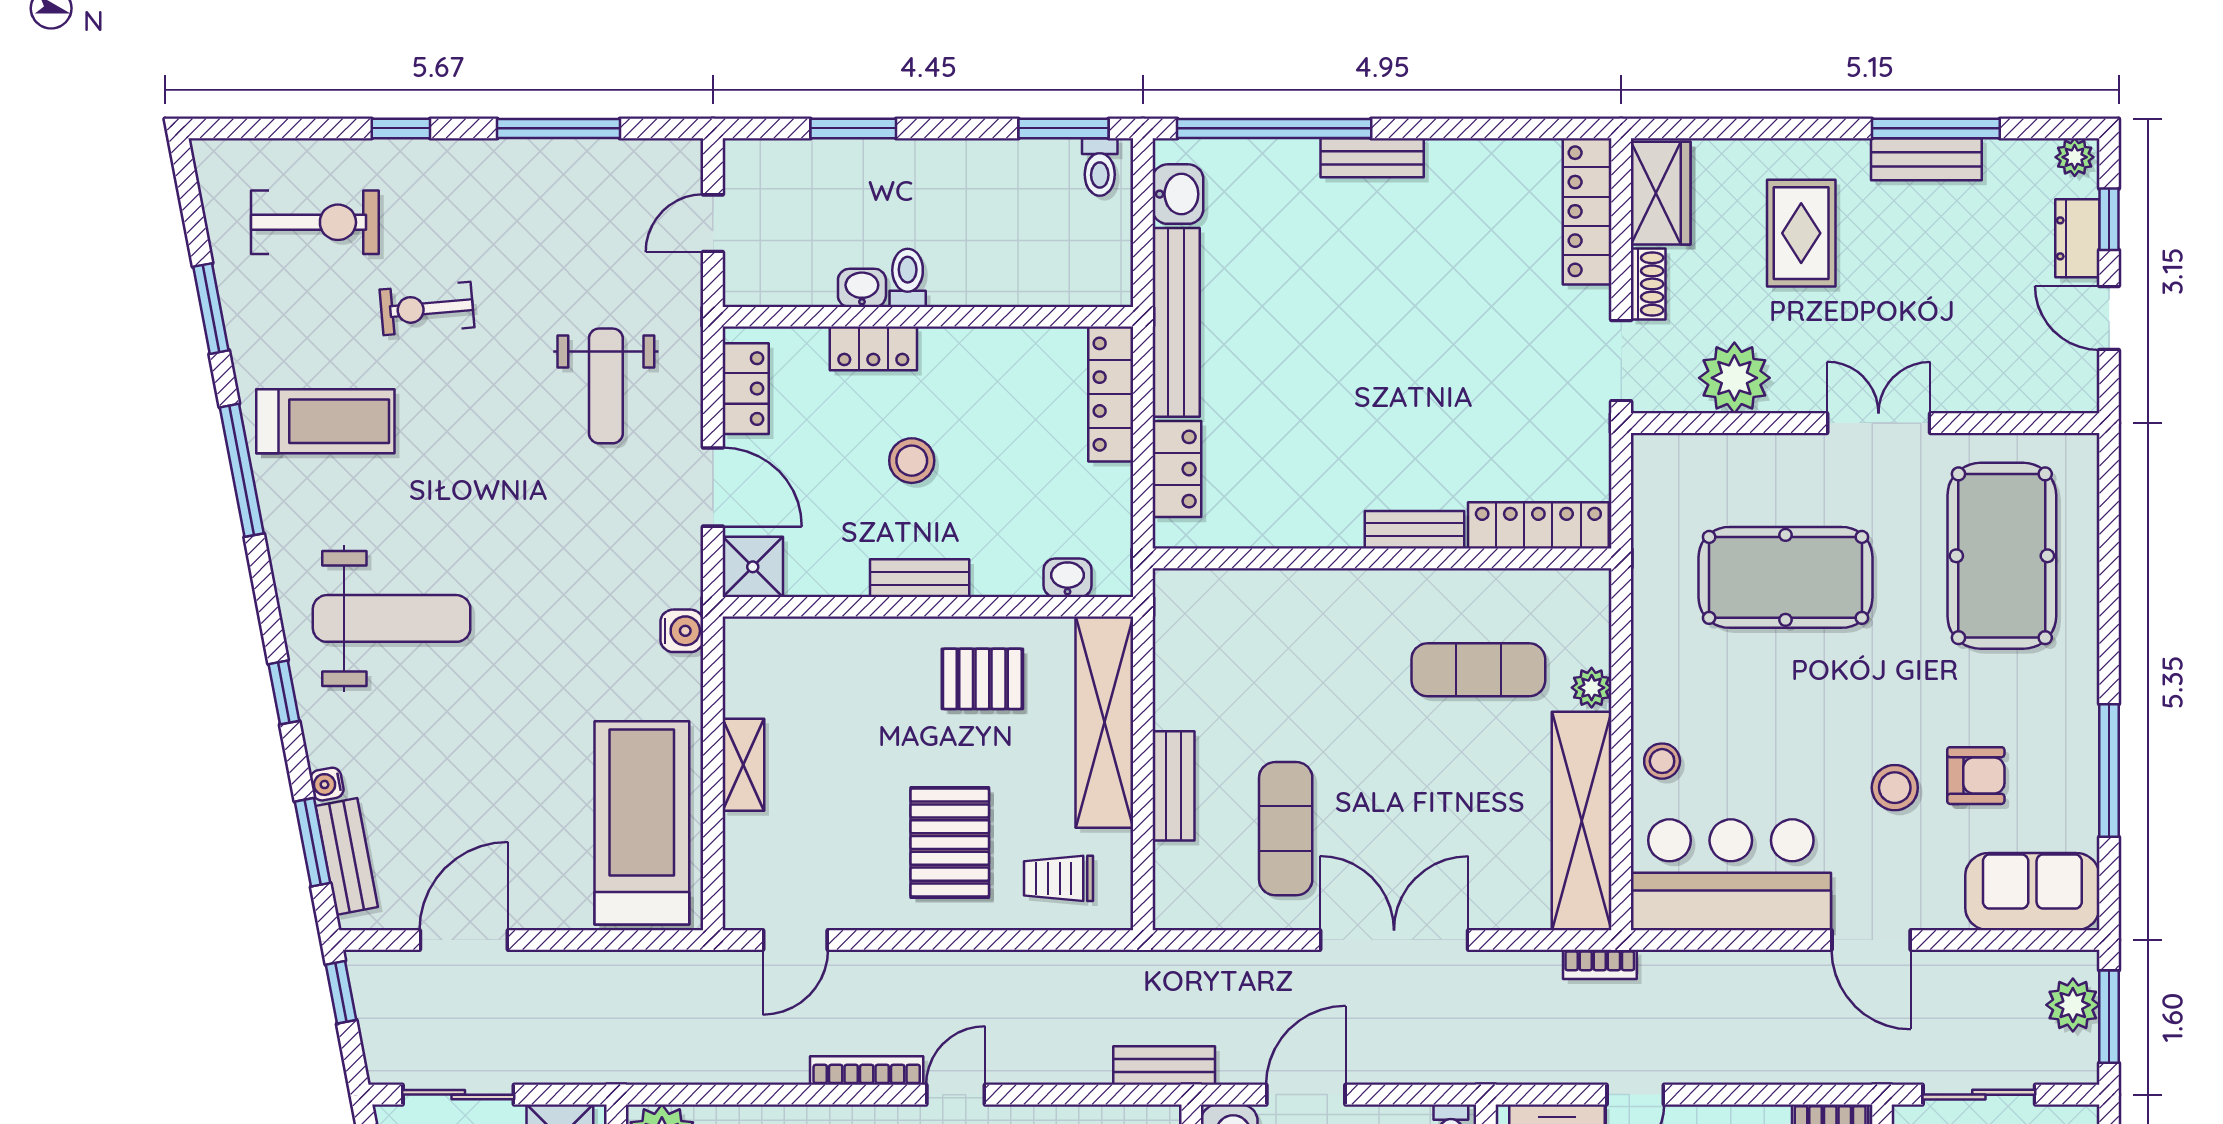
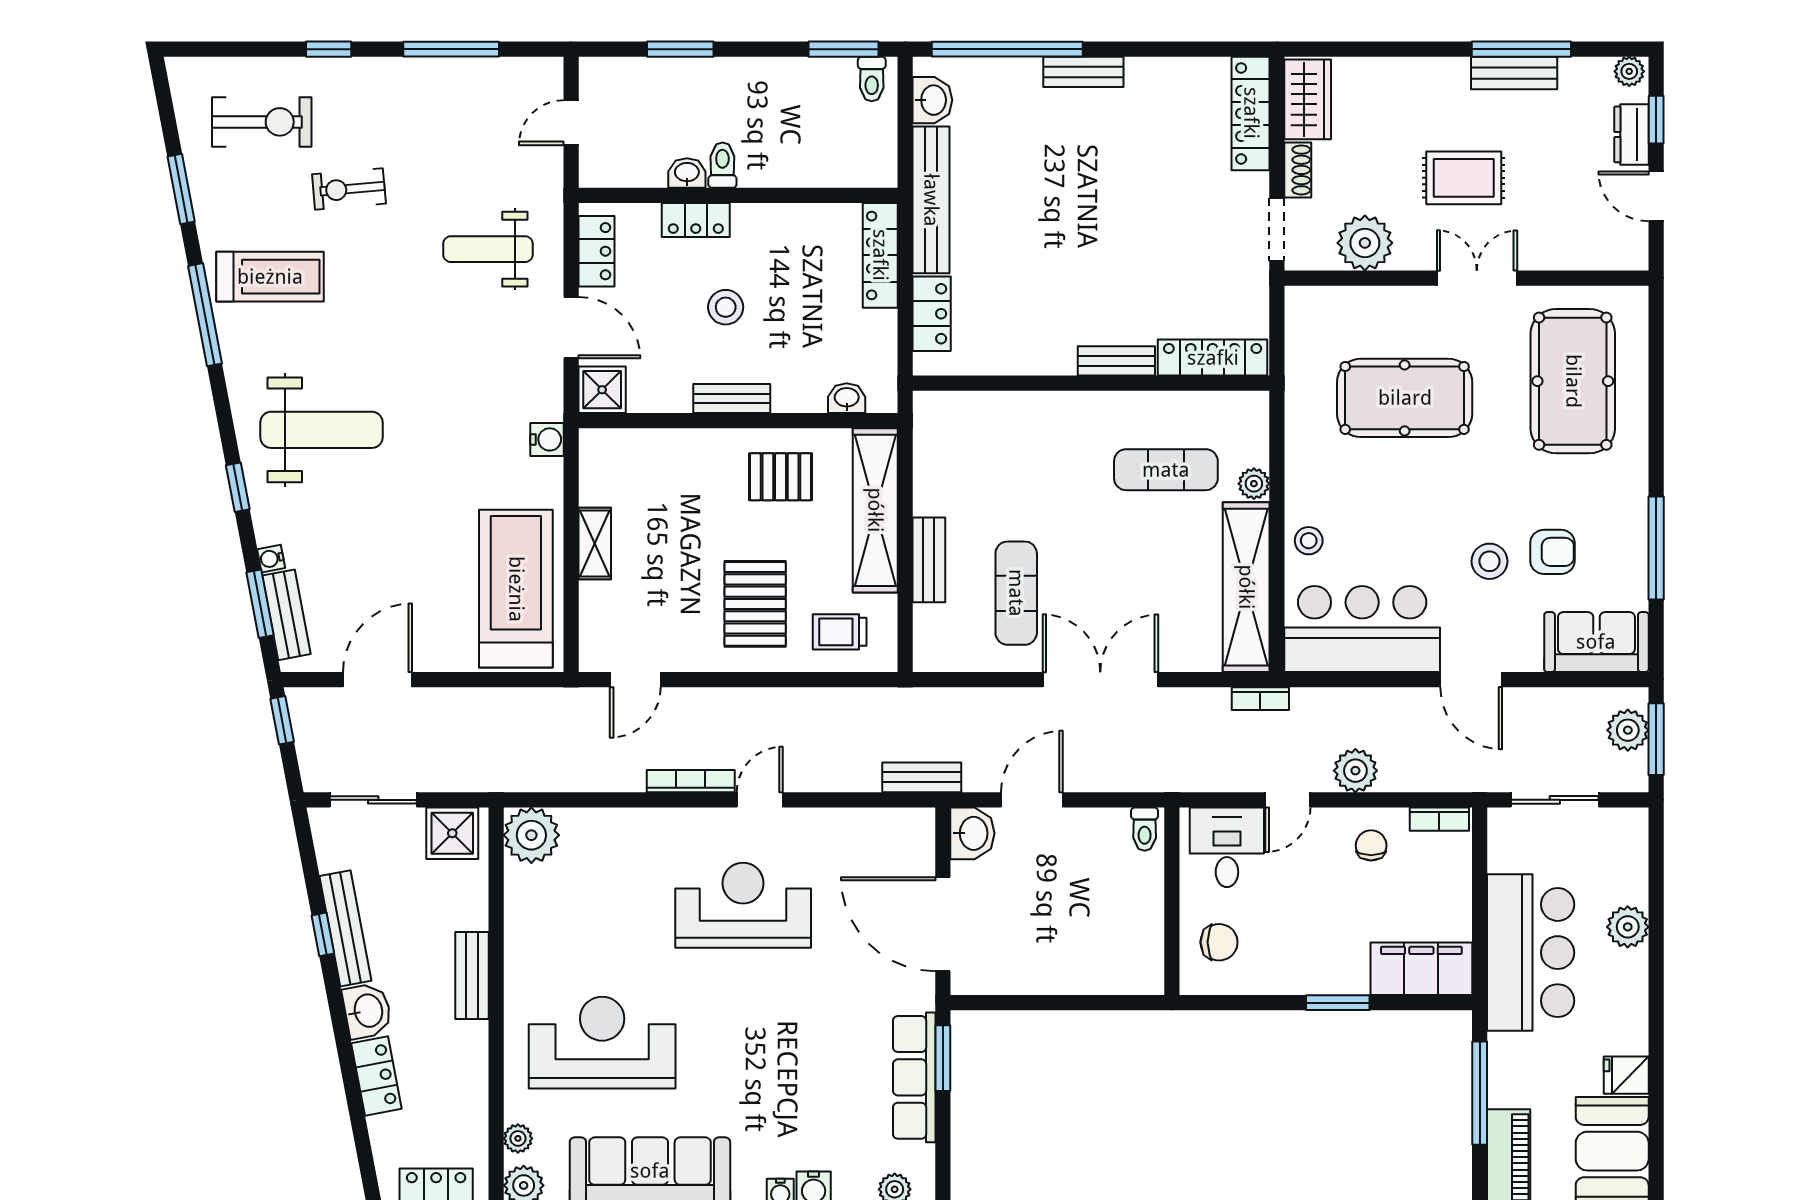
rug: (1801, 233) -> (1464, 178), moved, turned 90
weight bench: (606, 386) -> (488, 249), turned 90
plant: (1722, 1057) -> (1355, 771), added

